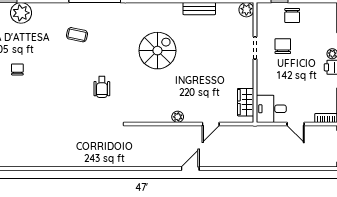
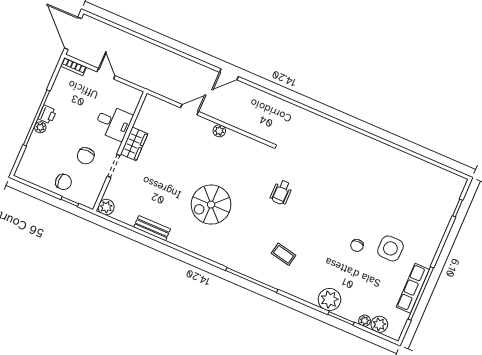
chair: (292, 16) -> (64, 182), turned 90
wheelchair: (102, 87) -> (281, 192), turned 180
wardrobe: (246, 102) -> (134, 144), moved
desk: (271, 109) -> (113, 123), moved

